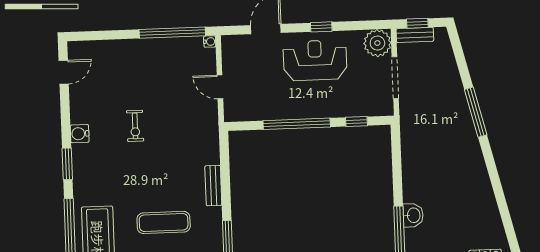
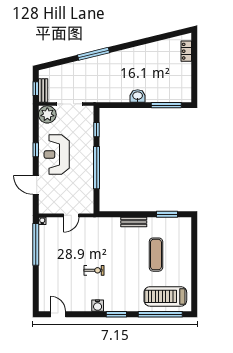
washbasin: (413, 215) -> (138, 96), moved

